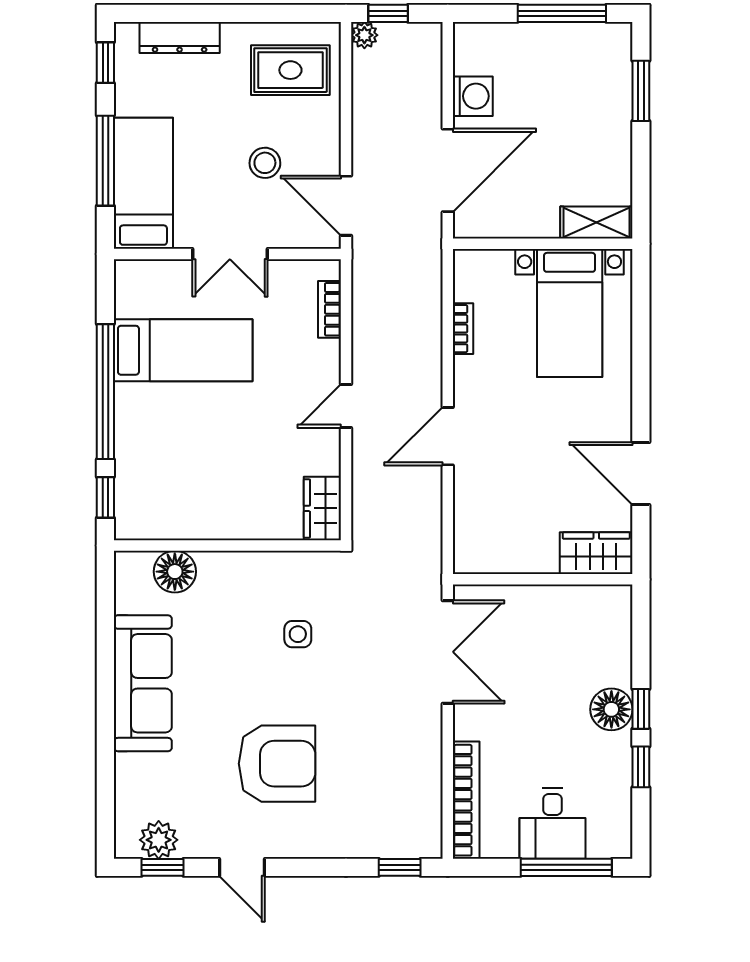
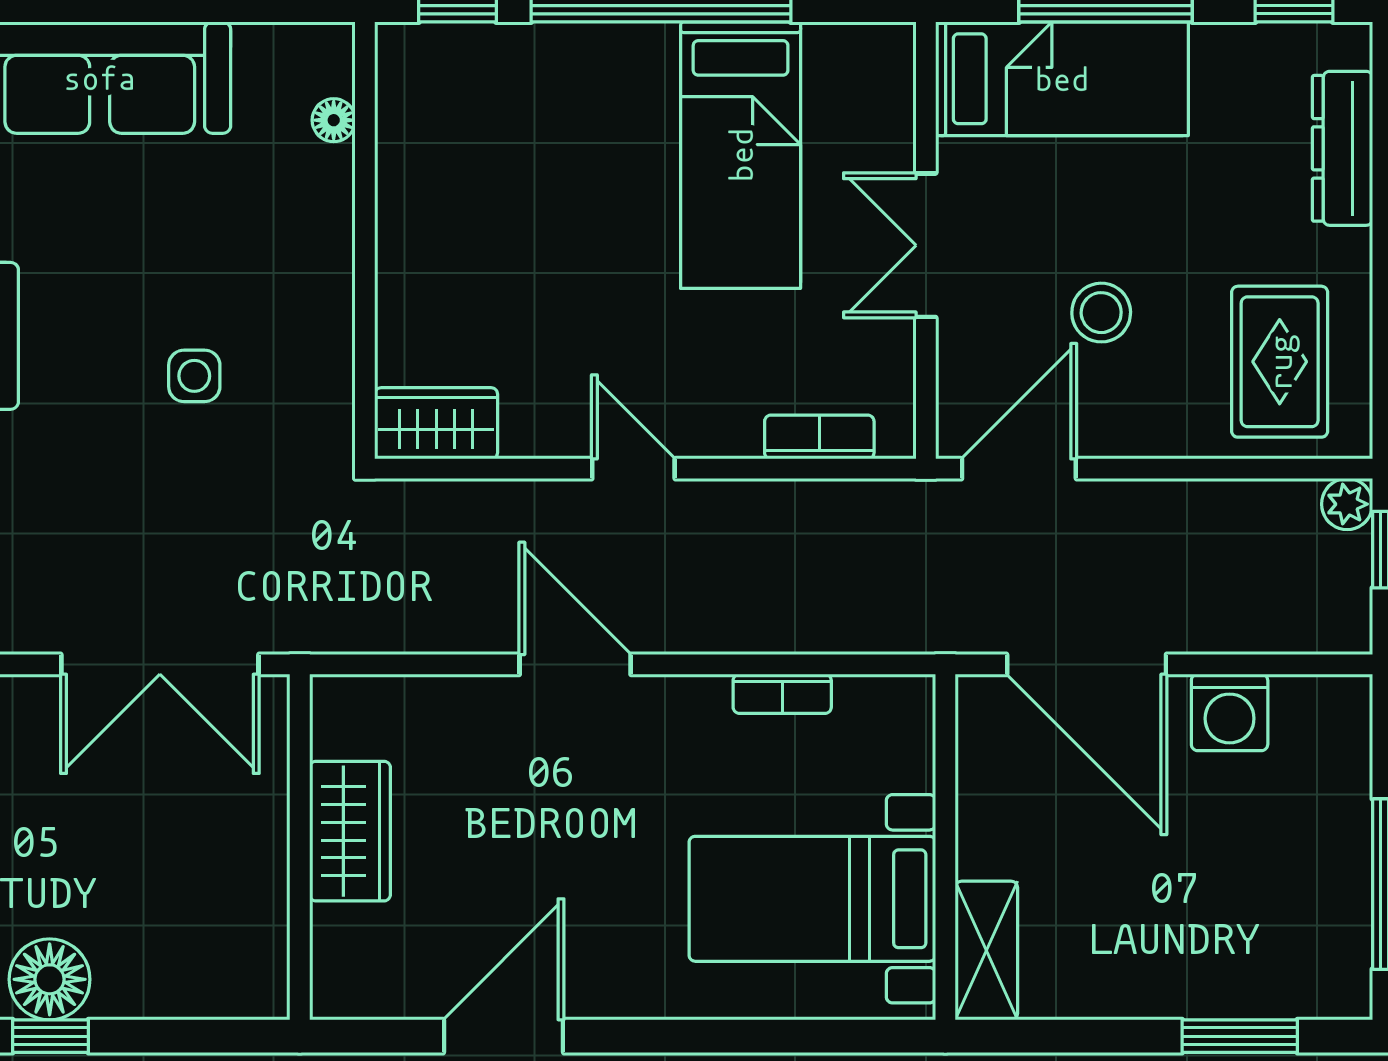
wardrobe: (596, 553) -> (350, 831), moved
floor lamp: (175, 572) -> (334, 120), width x0.53, depth x0.53

